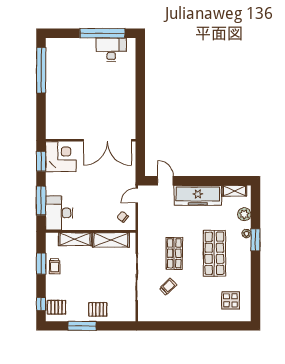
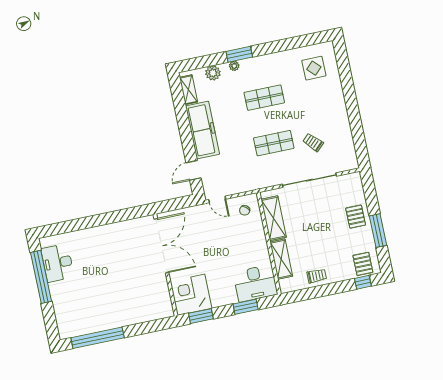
window: (41, 201) -> (246, 307), width x0.69
shop shelf: (214, 253) -> (264, 98), width x0.70, depth x0.74
window: (41, 264) -> (317, 292), removed

